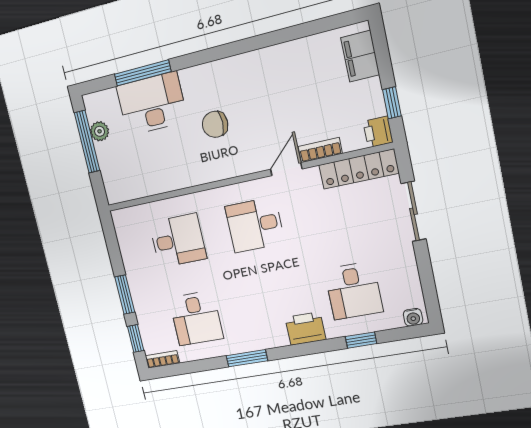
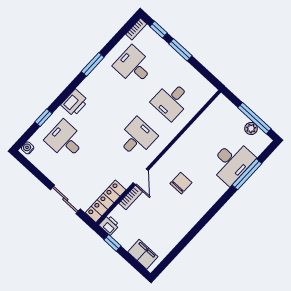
chair: (215, 124) -> (181, 183), moved

